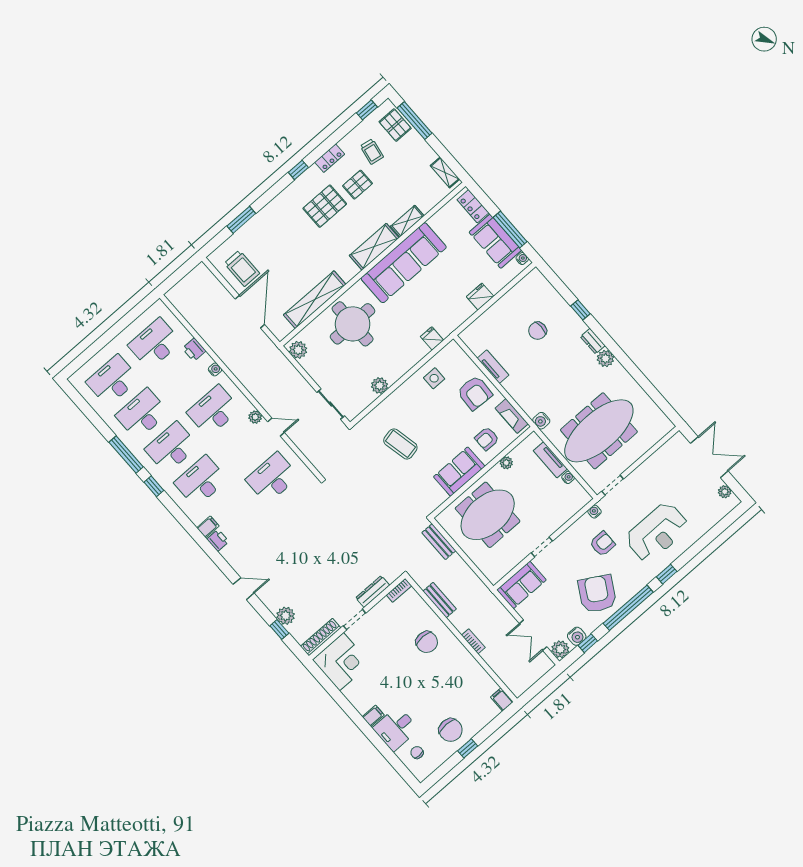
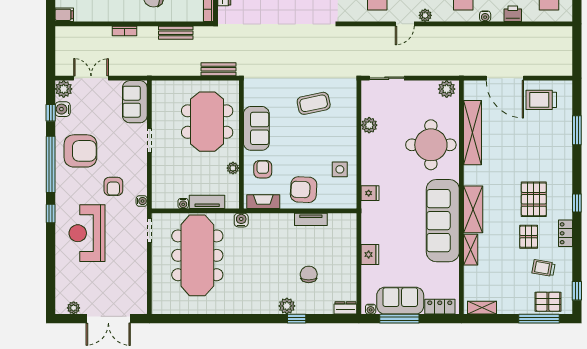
dresser: (593, 341) -> (345, 308), moved
plant: (605, 359) -> (287, 306), moved
armchair: (597, 594) -> (80, 151), turned -30

